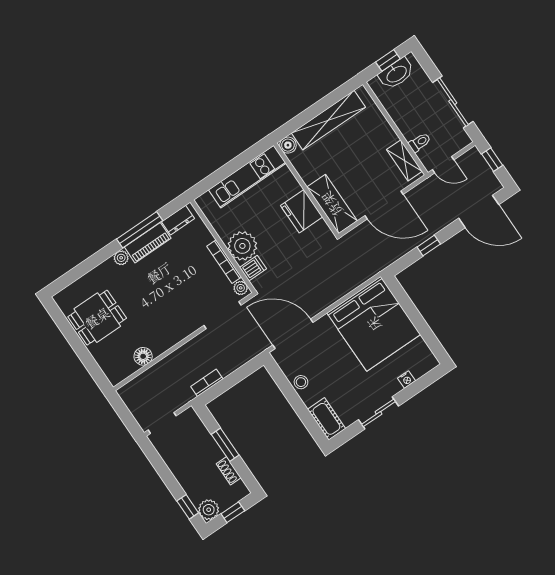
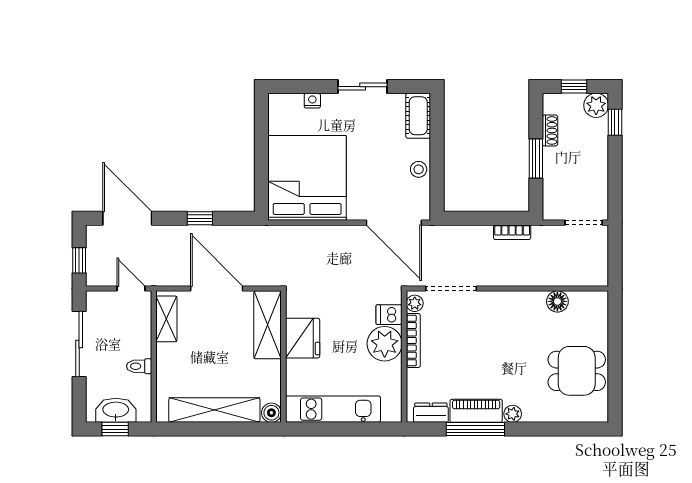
toilet: (420, 142) -> (139, 366), moved

